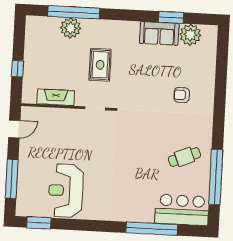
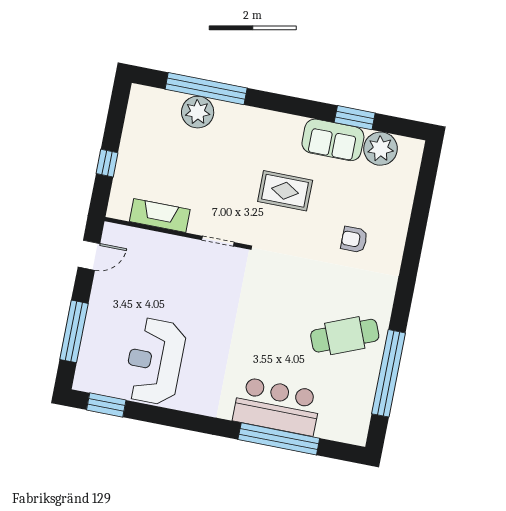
rug: (100, 65) -> (285, 191), moved, turned 90
cafe table: (184, 157) -> (345, 336), width x1.37, depth x1.35
bar counter: (182, 210) -> (277, 406), moved

